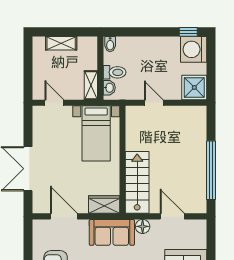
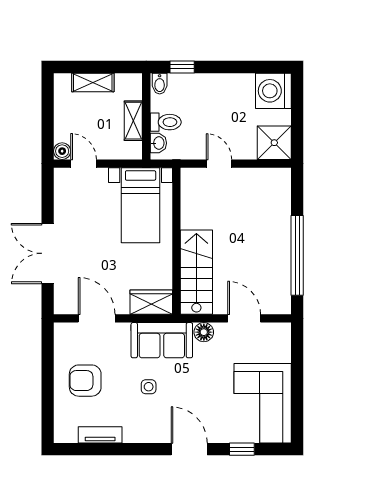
window: (188, 32) -> (182, 67), moved
shelving: (91, 85) -> (133, 121), moved
boiler: (39, 94) -> (62, 151), added

